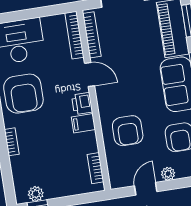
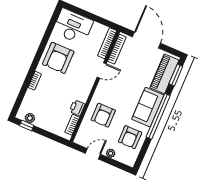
door: (89, 75) -> (102, 70), hinge flipped
printer: (82, 103) -> (77, 108), moved
filing cabinet: (83, 123) -> (81, 95), removed

